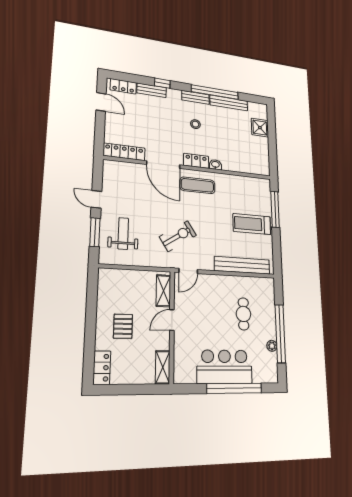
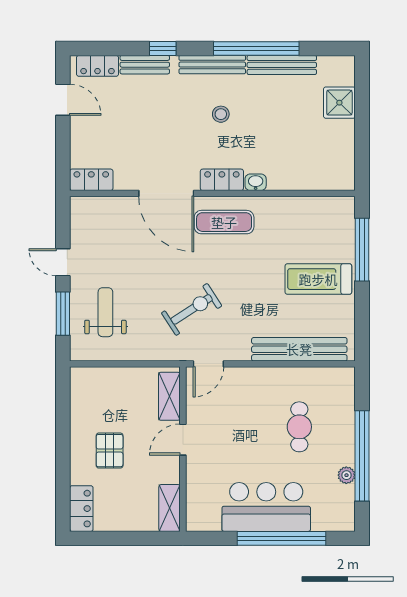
bench: (196, 97) -> (212, 65), width x1.36
locker: (124, 152) -> (91, 180), width x0.66

